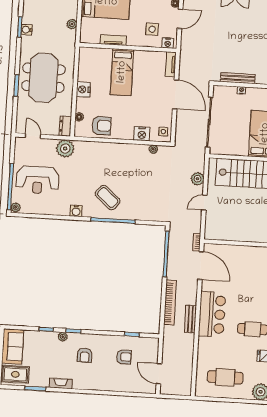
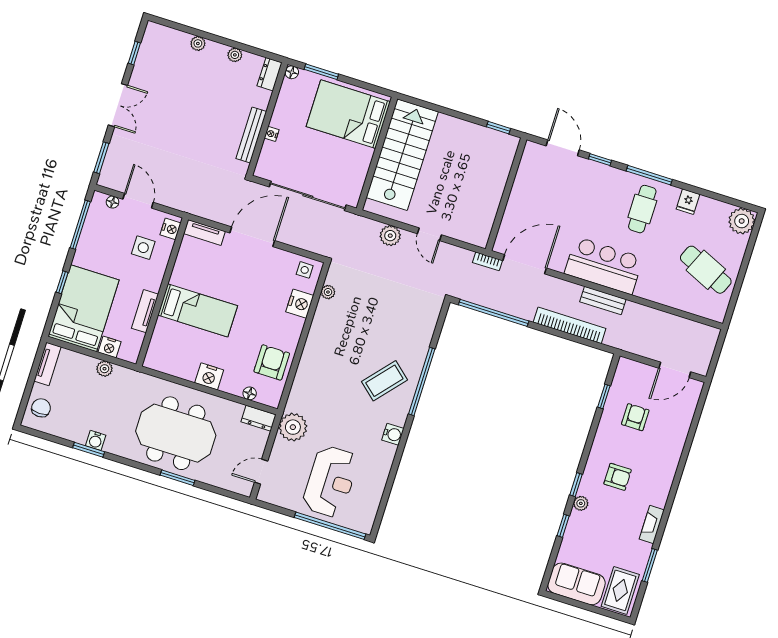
nightstand: (86, 24) -> (109, 347), added
plant: (16, 207) -> (364, 526), removed
cafe table: (225, 377) -> (706, 270), turned -66

